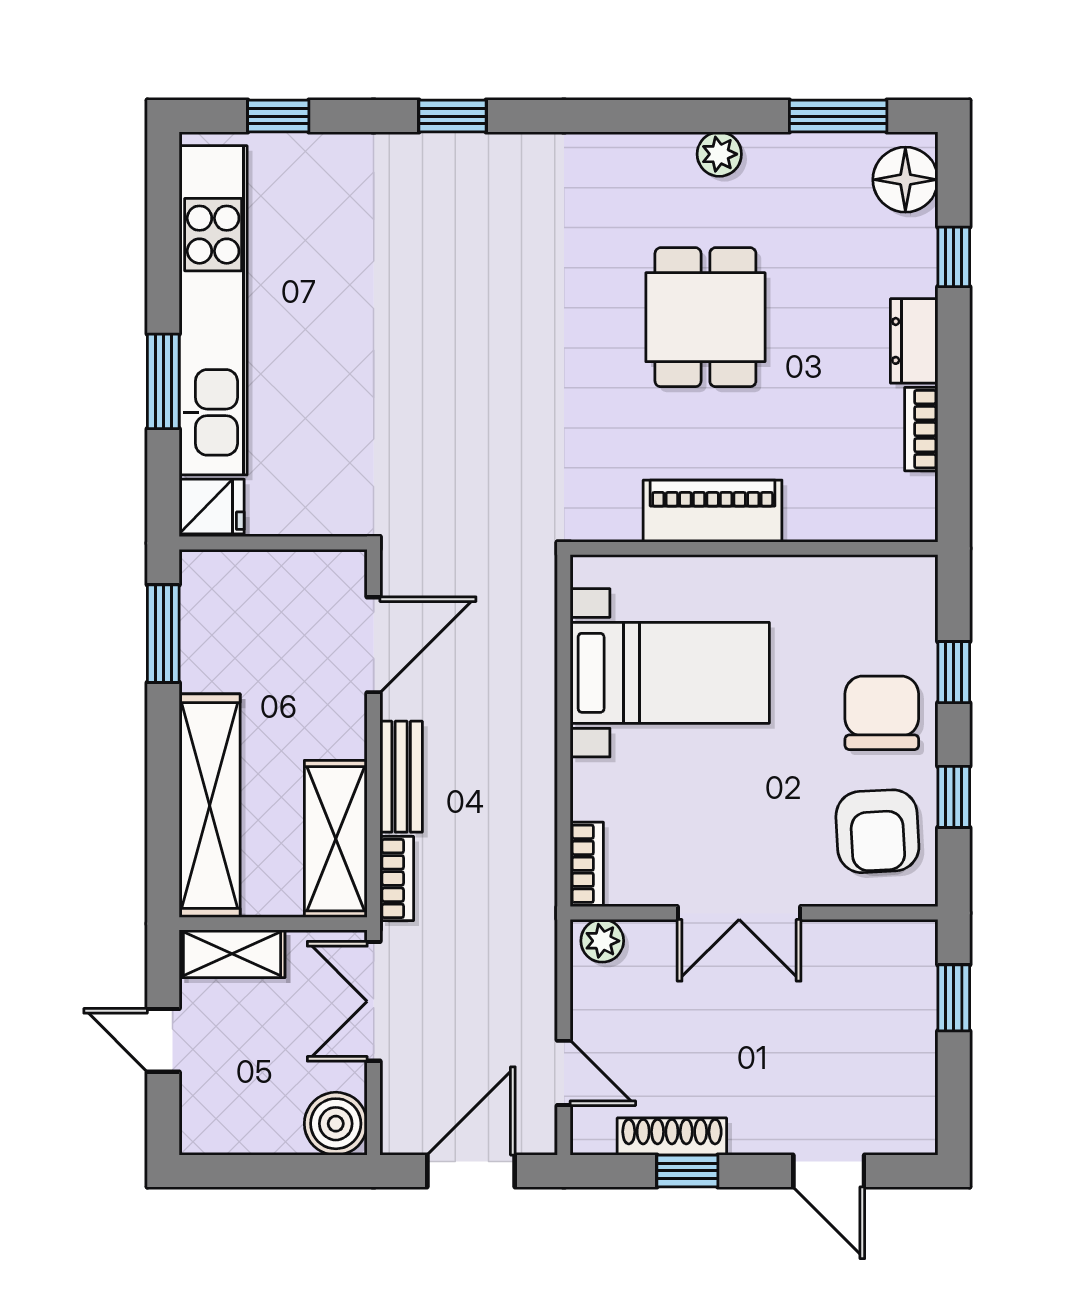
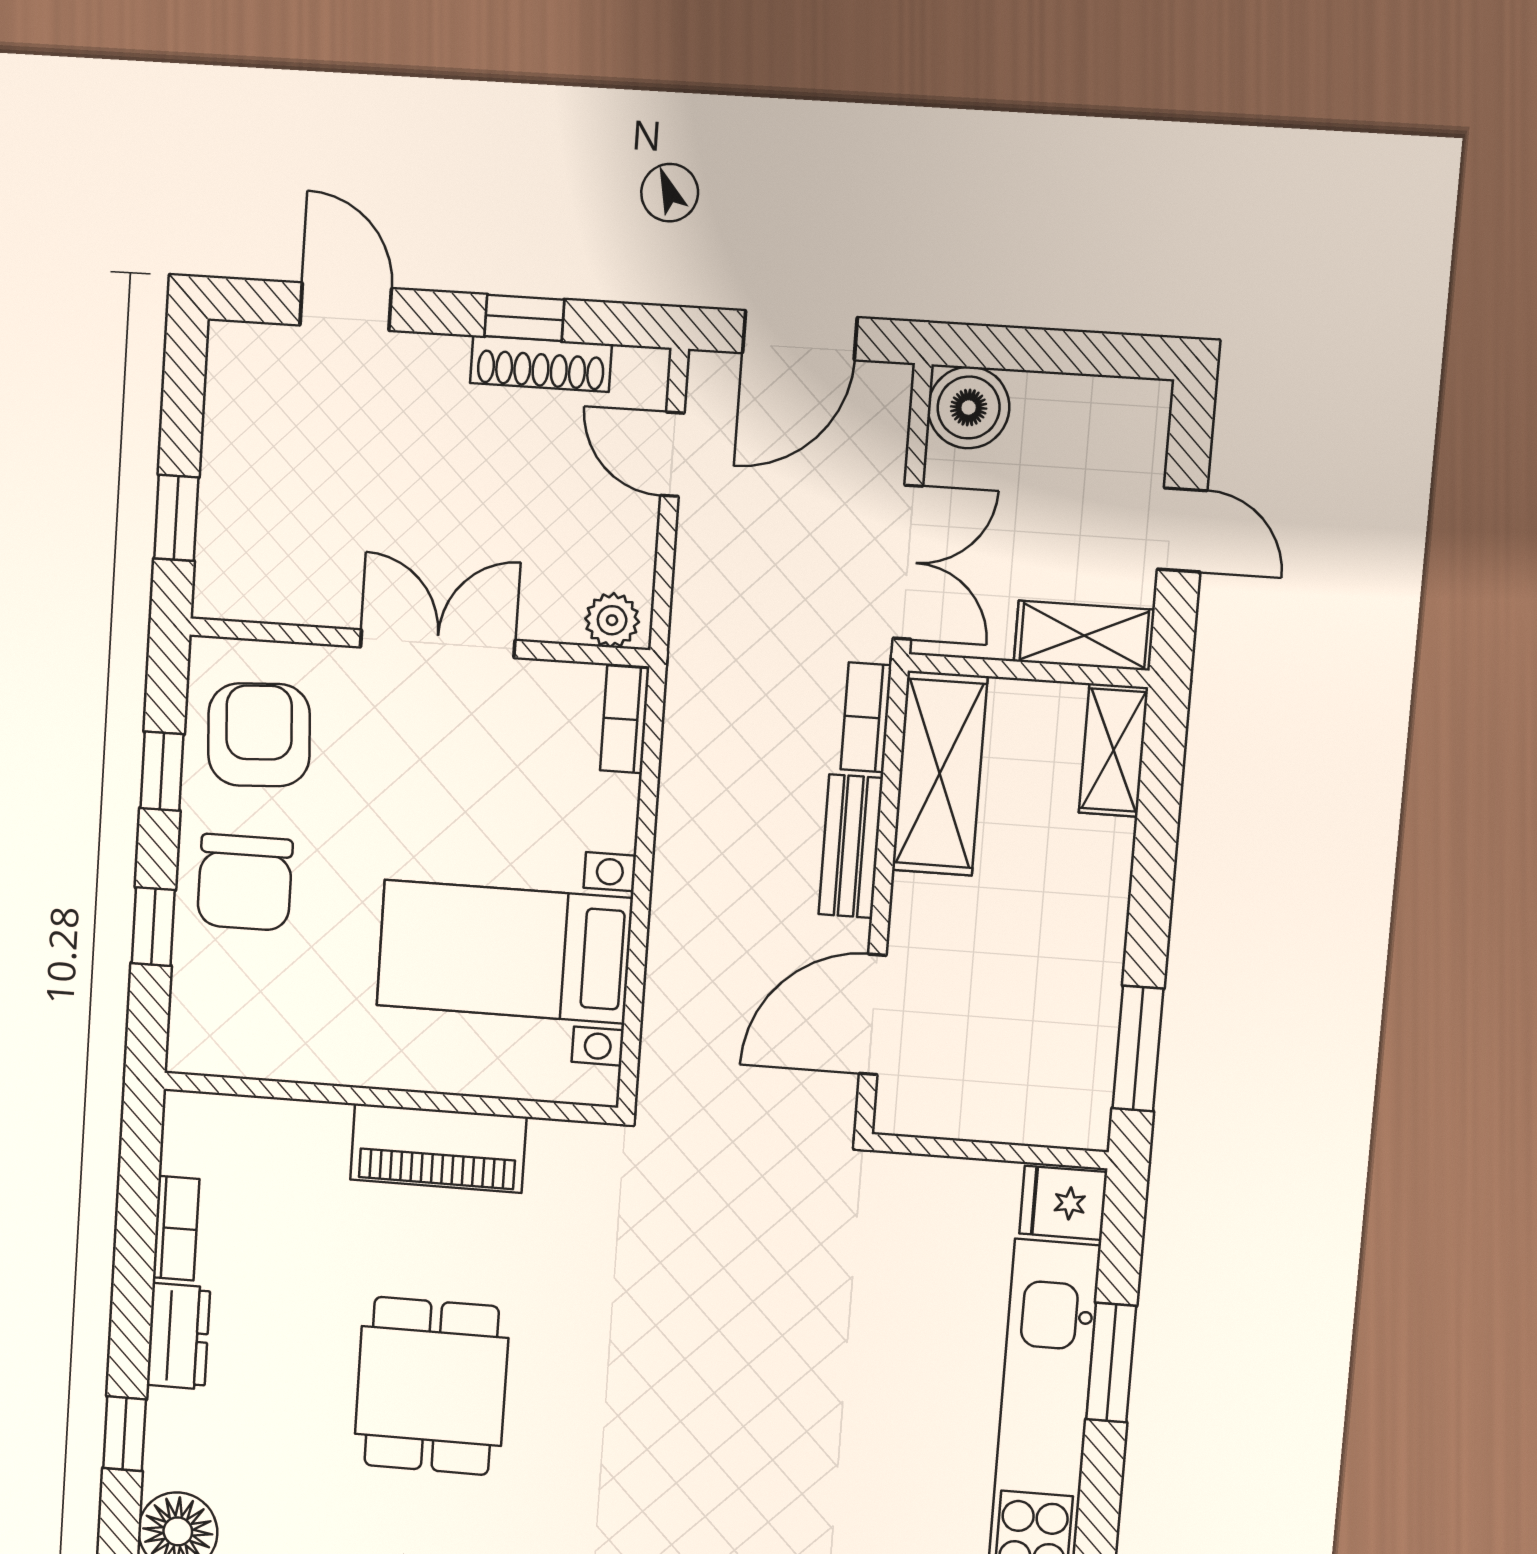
shelving: (210, 806) -> (1114, 750), width x0.45, depth x0.75

